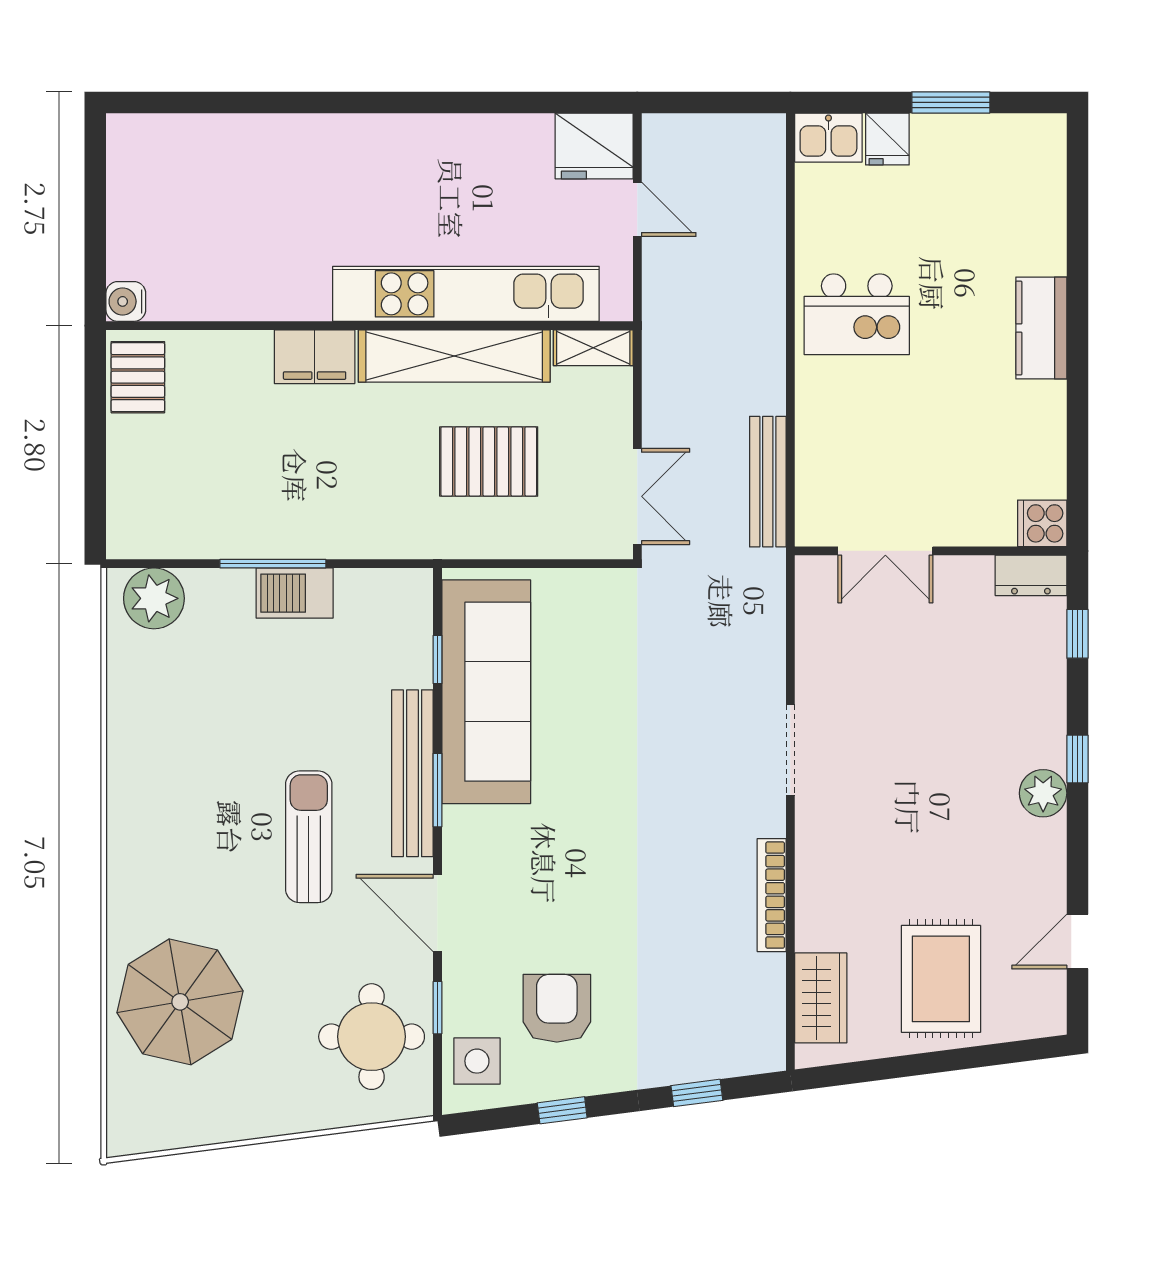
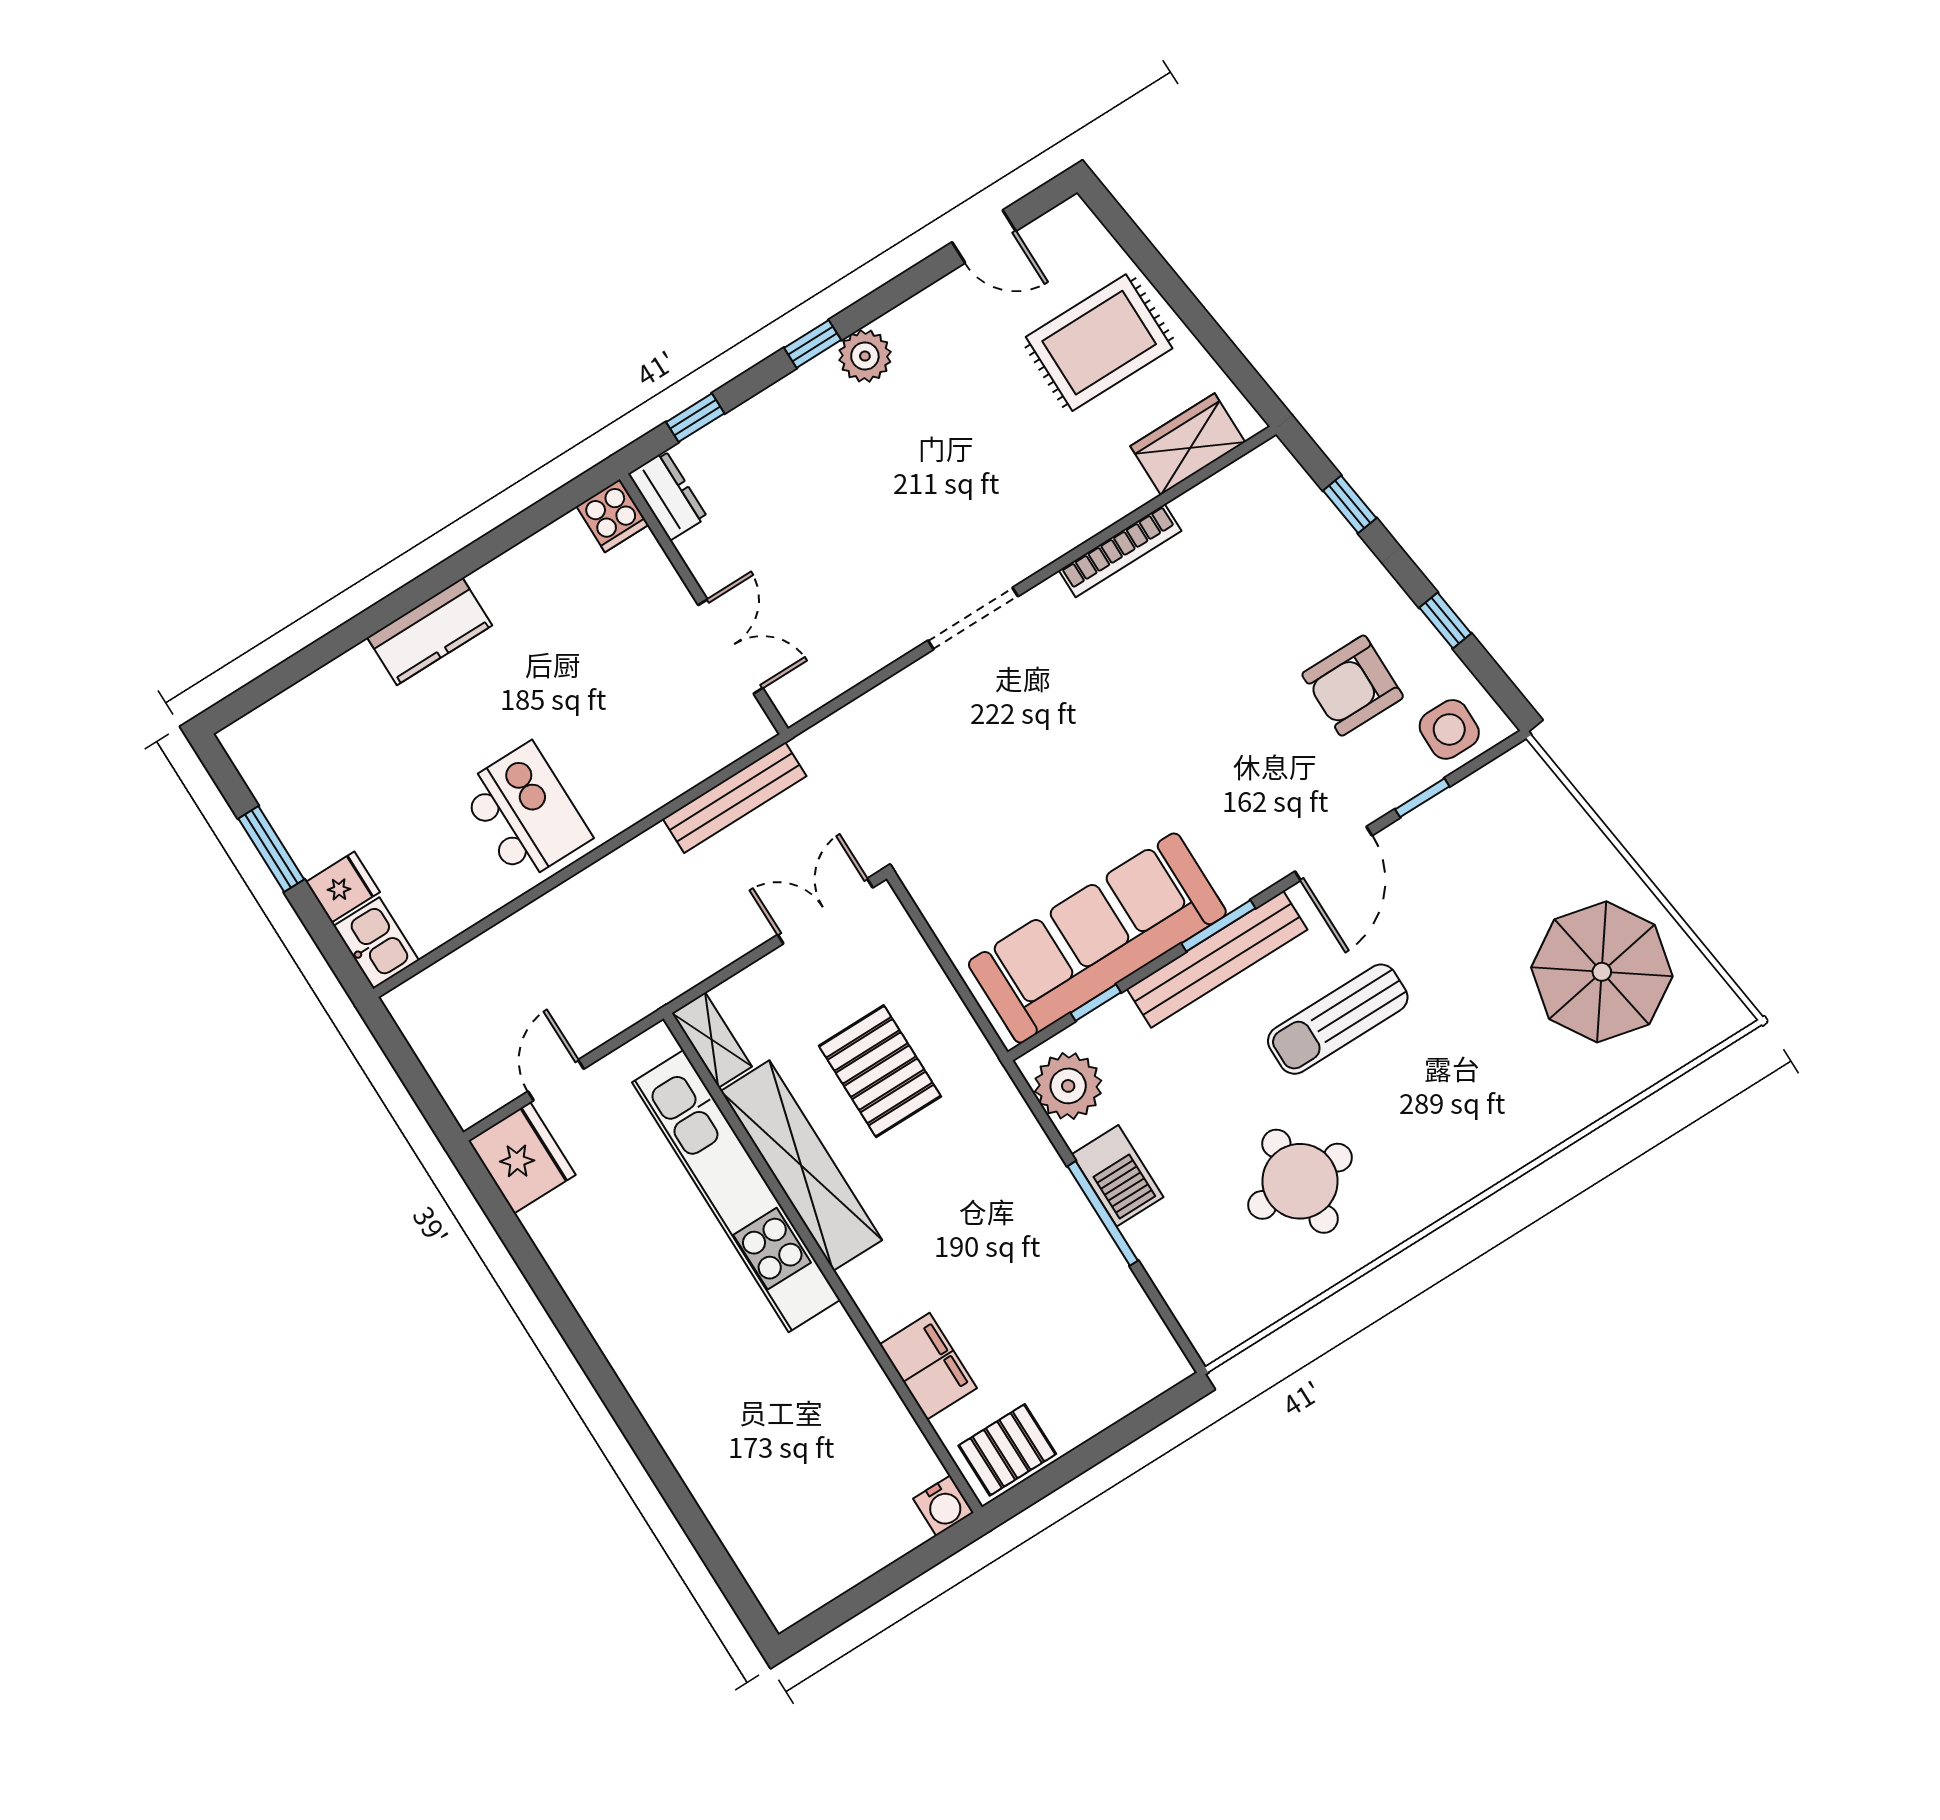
filing cabinet: (315, 357) -> (928, 1366), moved
plant: (154, 598) -> (1068, 1086), moved
parasol: (180, 1002) -> (1602, 972), moved
round table: (372, 1037) -> (1300, 1181), moved

